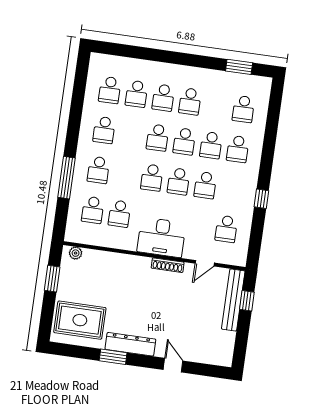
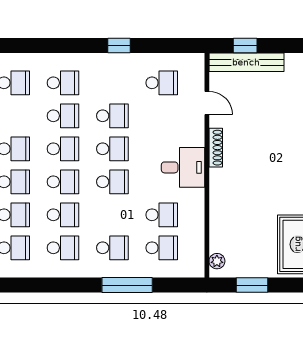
school desk: (131, 134) -> (63, 215), added
desk: (161, 237) -> (183, 167), width x0.73

